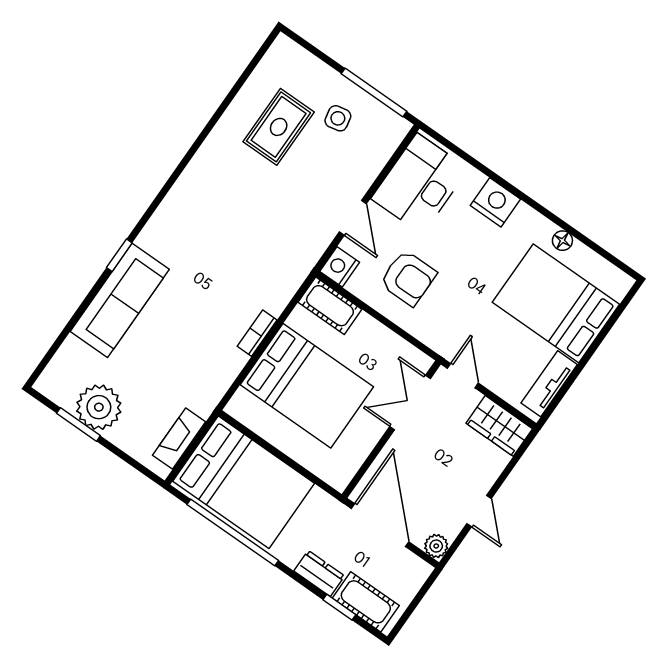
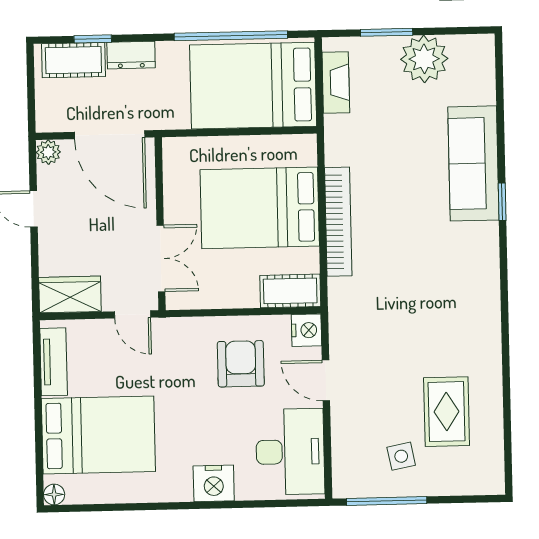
floor lamp: (562, 241) -> (54, 494), moved
armchair: (408, 278) -> (241, 364), turned 90
bookcase: (257, 333) -> (338, 222), width x2.31, depth x1.31
window: (78, 424) -> (387, 32), moved

